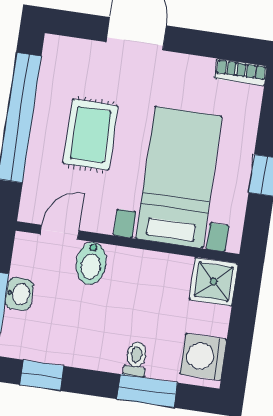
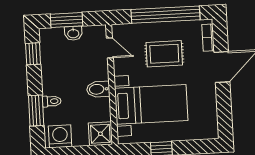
bookcase: (241, 72) -> (208, 38), moved
bidet: (91, 263) -> (98, 89), moved

